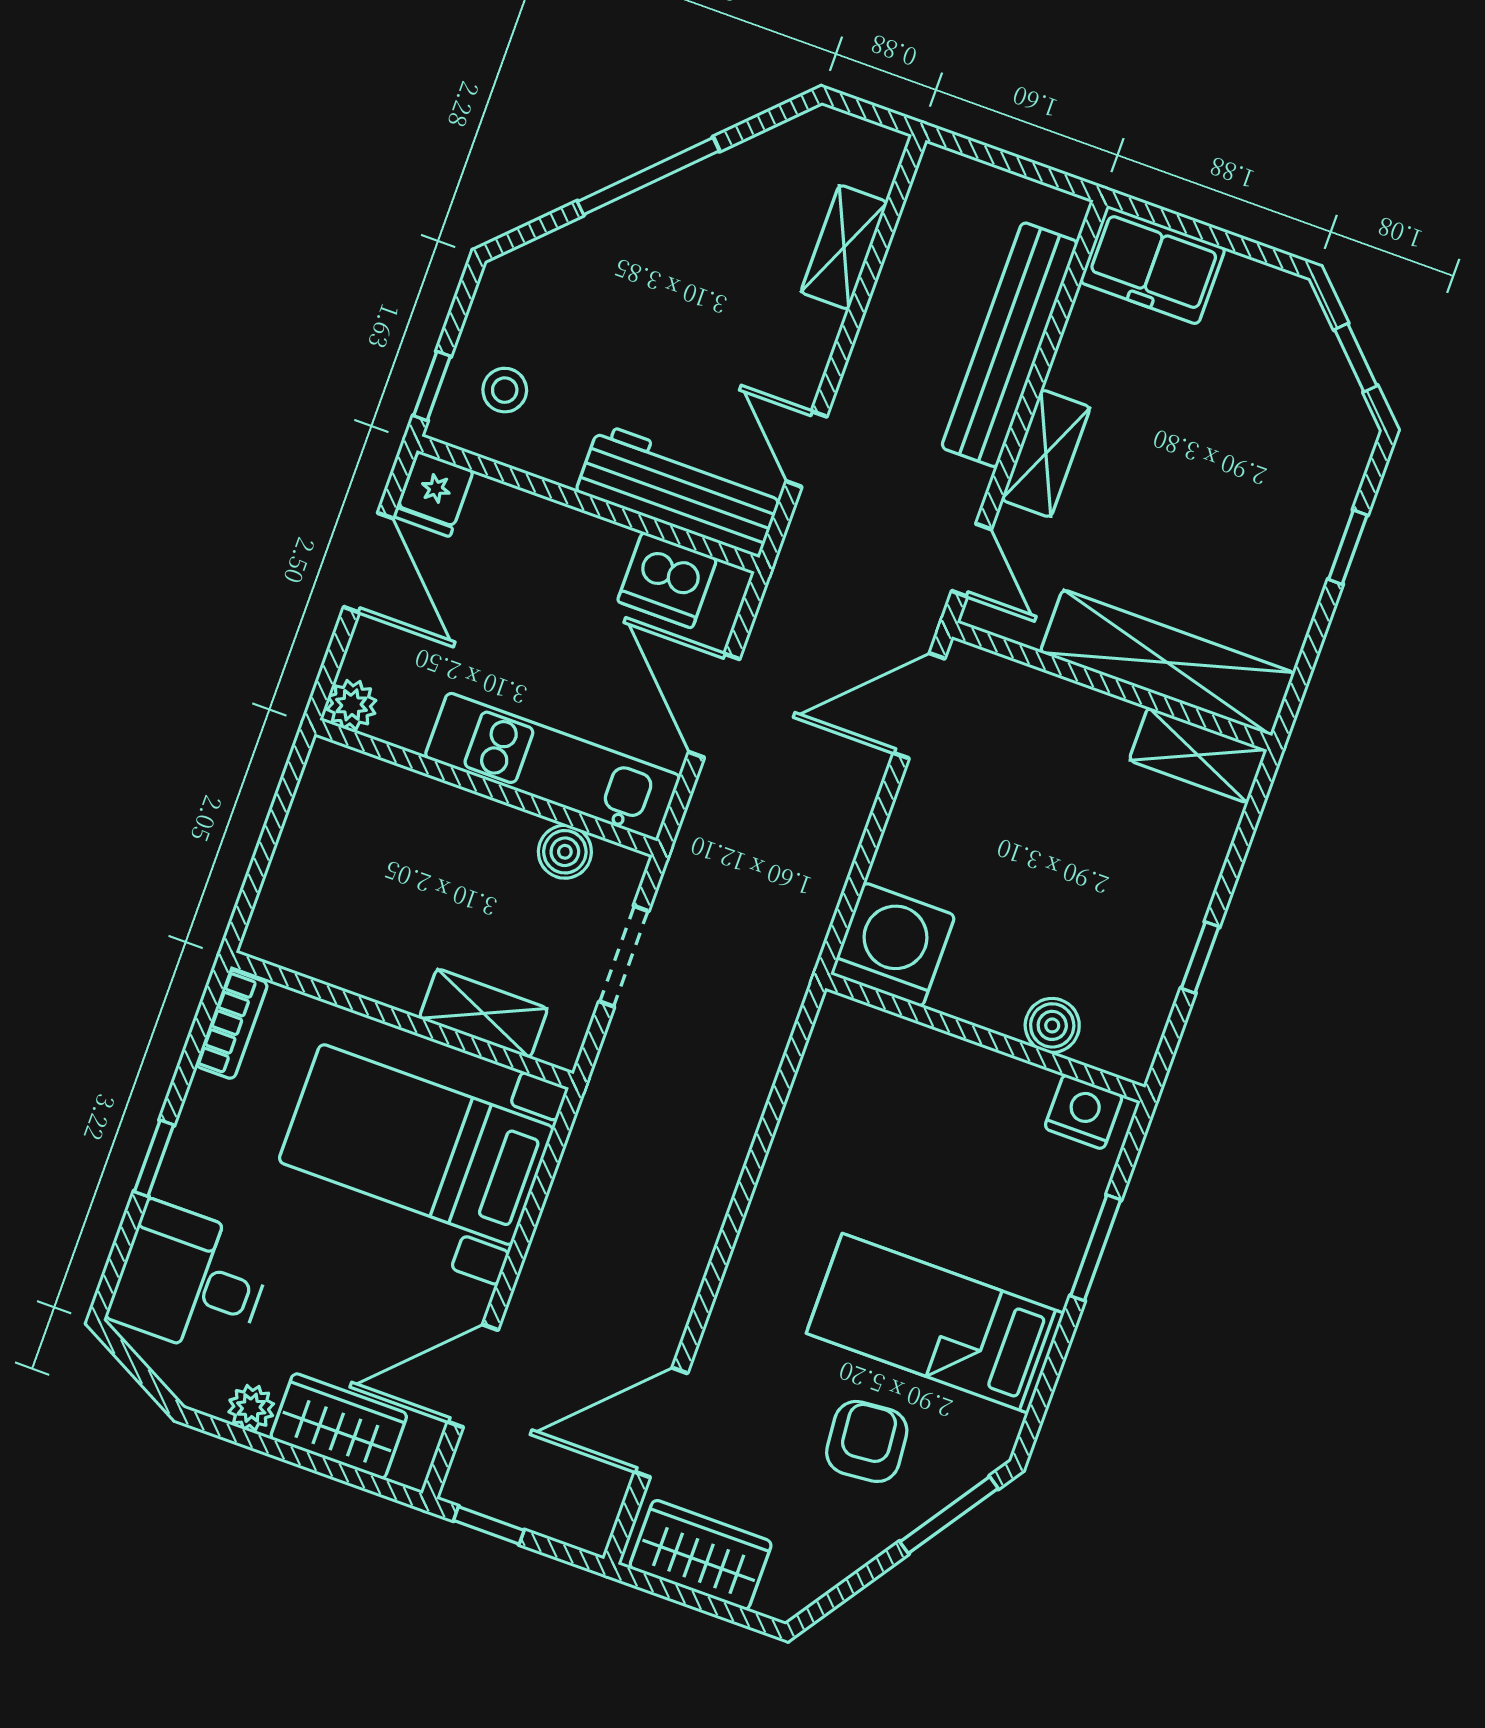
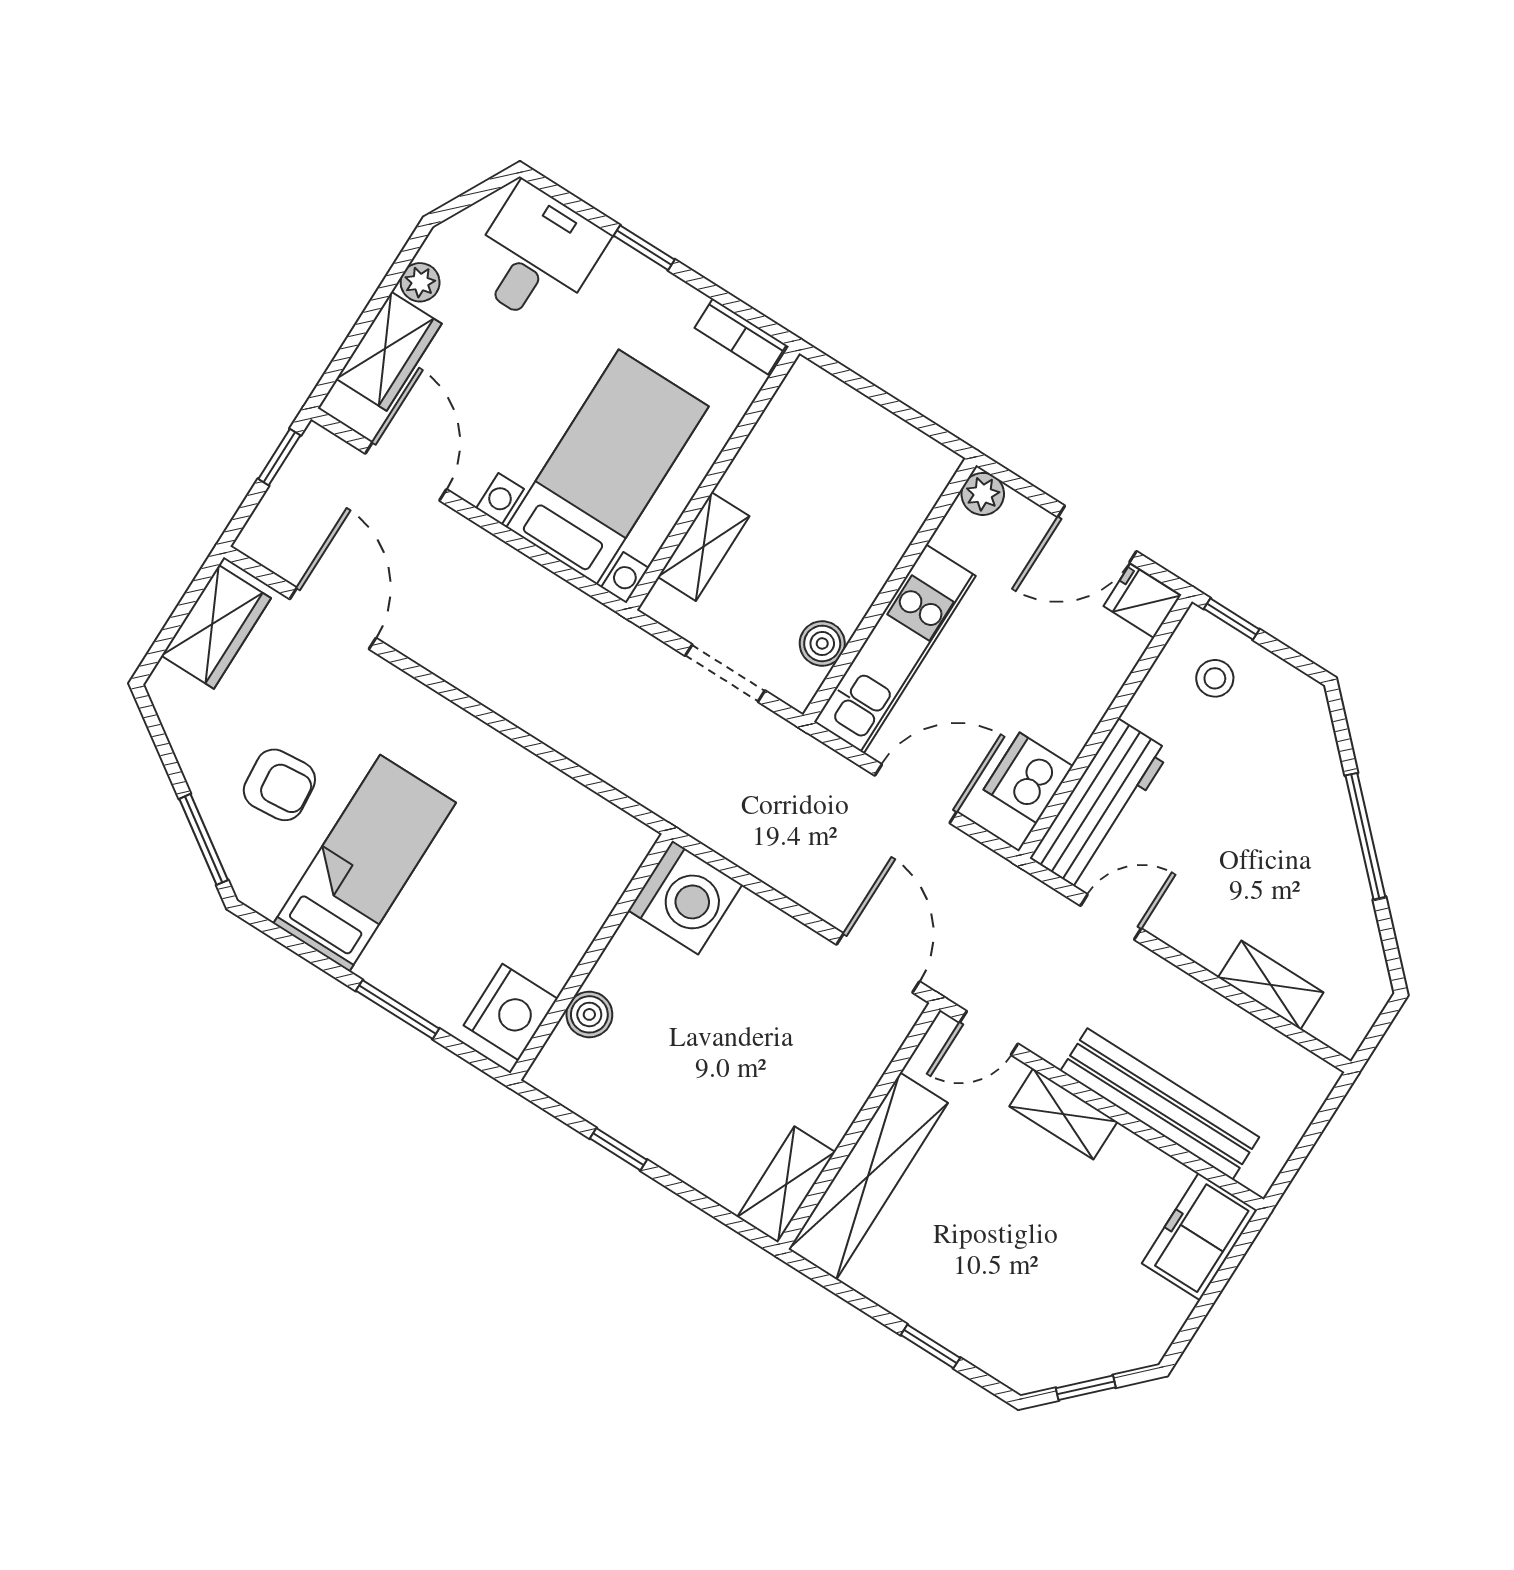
nightstand: (1084, 1112) -> (511, 1012), width x1.36, depth x1.33

